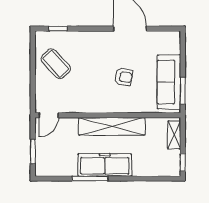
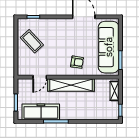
armchair: (123, 77) -> (77, 62), moved
sofa: (169, 82) -> (109, 47), width x1.36, depth x1.27
door: (49, 115) -> (40, 77), moved
freezer: (105, 165) -> (41, 112), moved

